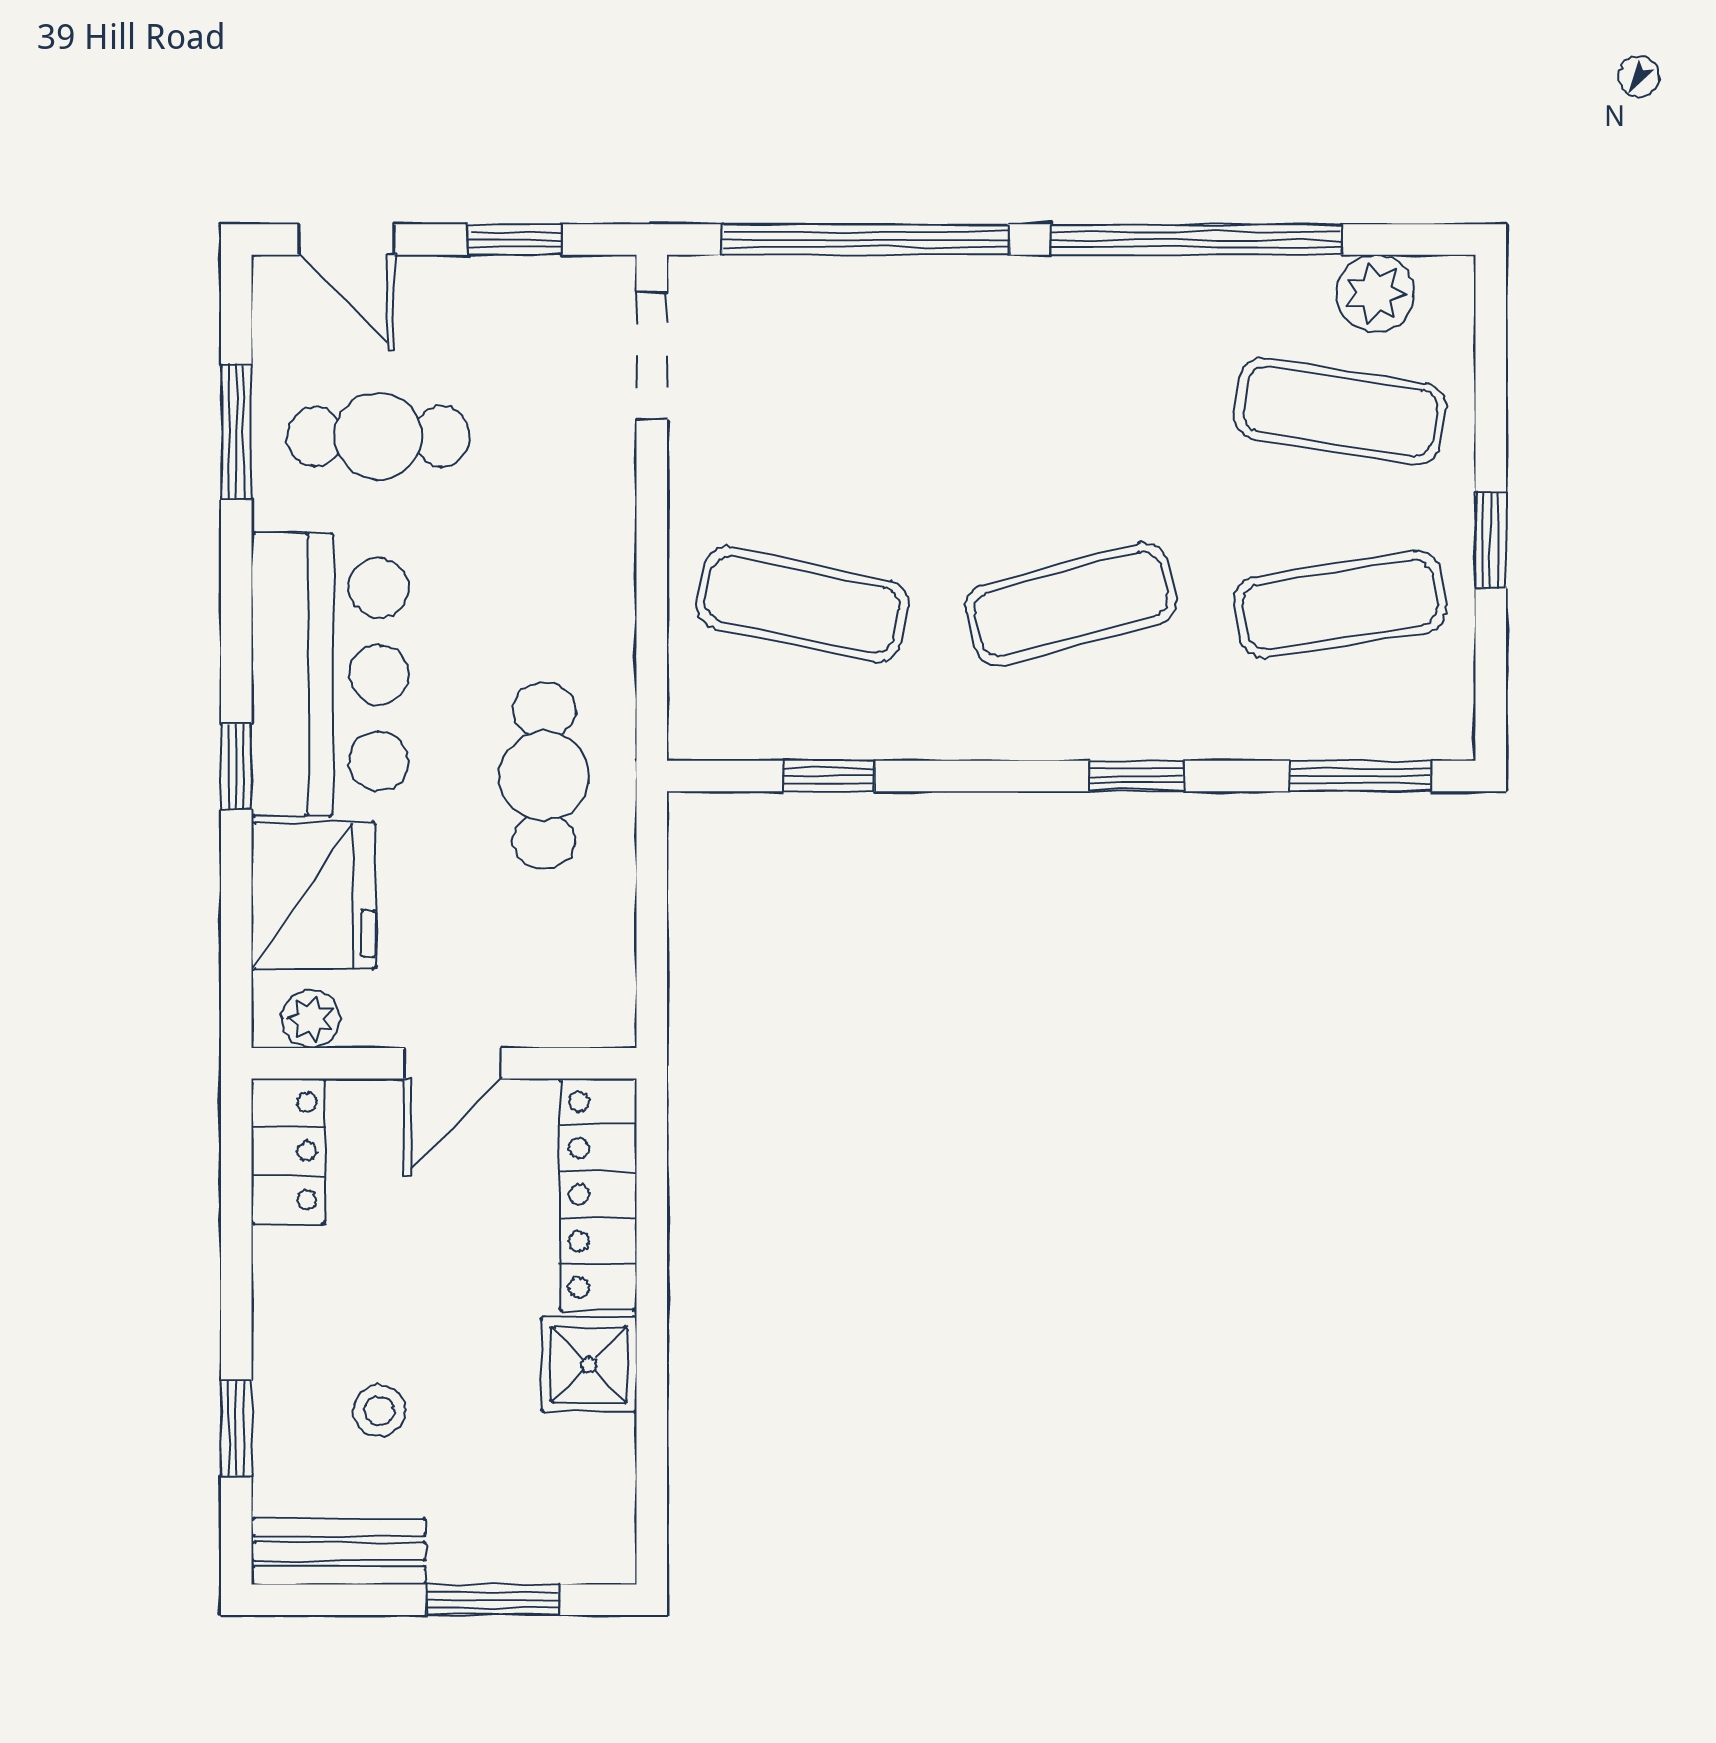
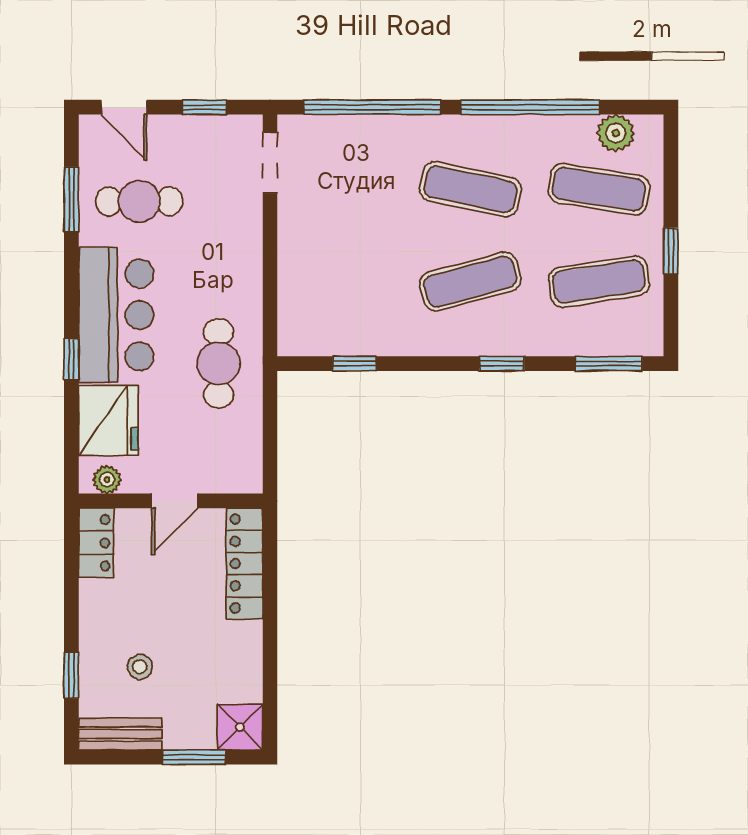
exercise mat: (802, 604) -> (470, 189), moved
shower: (589, 1365) -> (240, 727), moved

